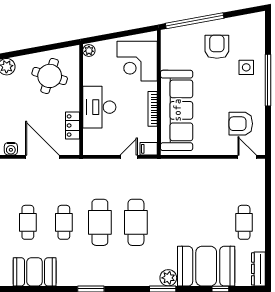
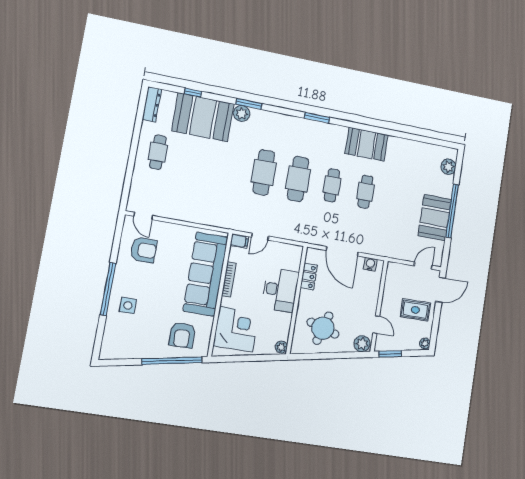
armchair: (217, 47) -> (182, 335), moved

